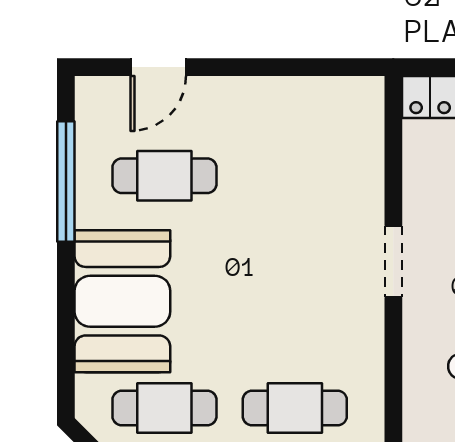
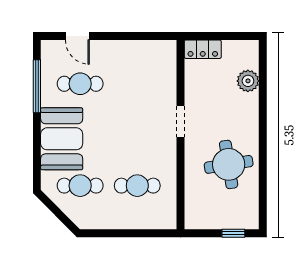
door: (158, 67) -> (77, 36), hinge flipped

